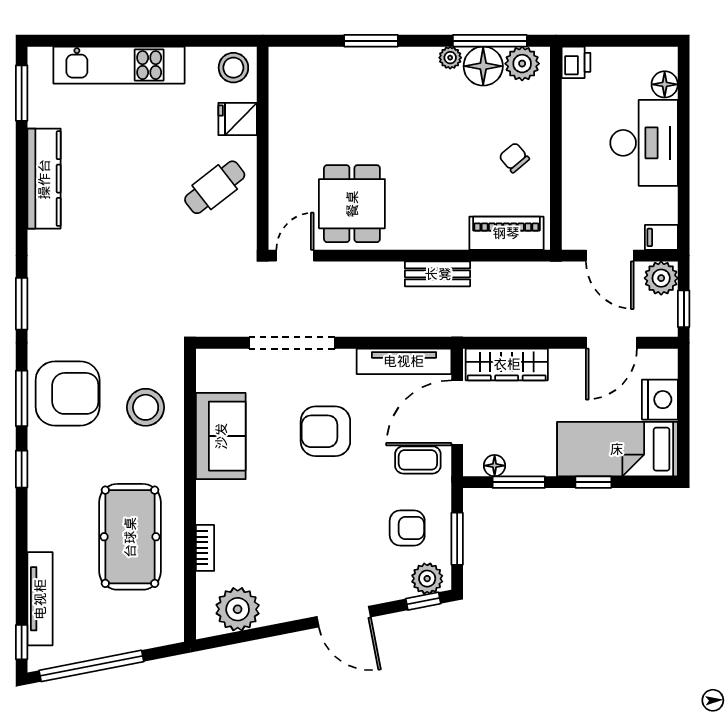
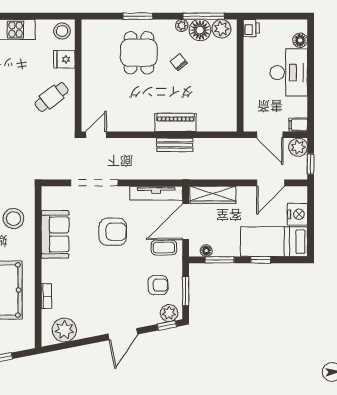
chair: (514, 158) -> (179, 62), moved
dining table: (352, 204) -> (139, 53), moved
piano: (506, 233) -> (175, 122), moved
armchair: (325, 431) -> (113, 232), turned 180
door: (344, 617) -> (123, 334), hinge flipped

